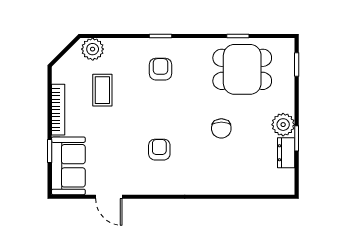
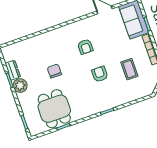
plant: (93, 49) -> (143, 90), removed
armchair: (160, 69) -> (100, 74), moved, turned 180
dining table: (242, 69) -> (54, 109), turned 90

